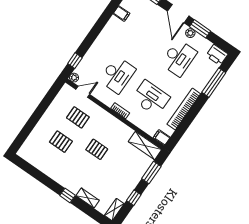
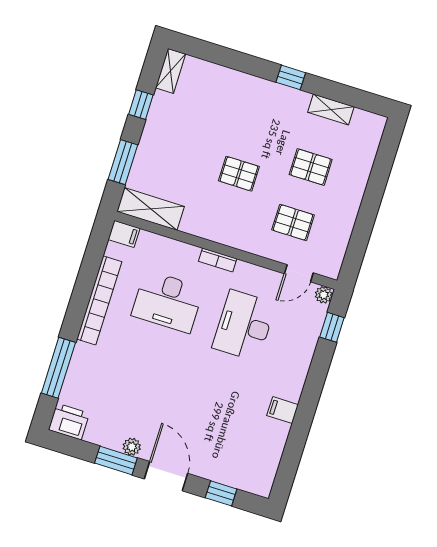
filing cabinet: (121, 14) -> (283, 410), moved
desk: (179, 58) -> (139, 394), removed
window: (68, 195) -> (291, 77), moved
shelving: (88, 198) -> (331, 109), moved

